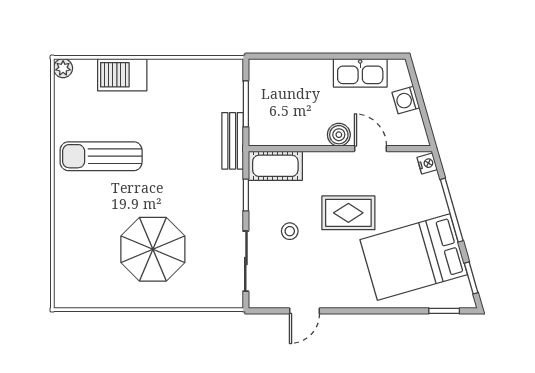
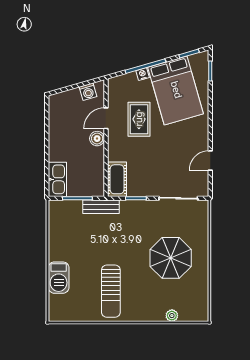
plant: (63, 68) -> (172, 316), moved
kitchen sink: (360, 73) -> (57, 179), moved
washing machine: (406, 100) -> (88, 92), moved
nightstand: (427, 163) -> (143, 74), moved
rug: (348, 213) -> (139, 119), moved
stool: (290, 231) -> (159, 170), removed
door: (305, 311) -> (210, 161), swing flipped

